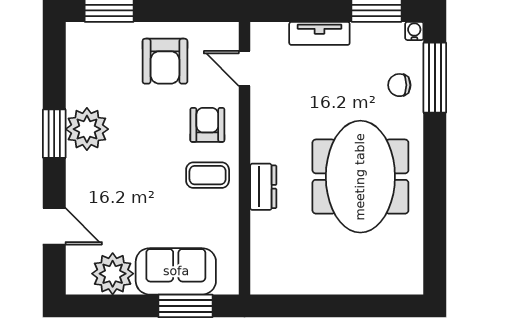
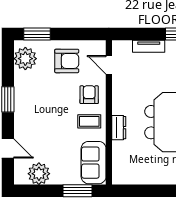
armchair: (165, 61) -> (67, 61), turned -90
plant: (87, 129) -> (25, 59), moved
sofa: (176, 271) -> (94, 163), moved, turned -90

